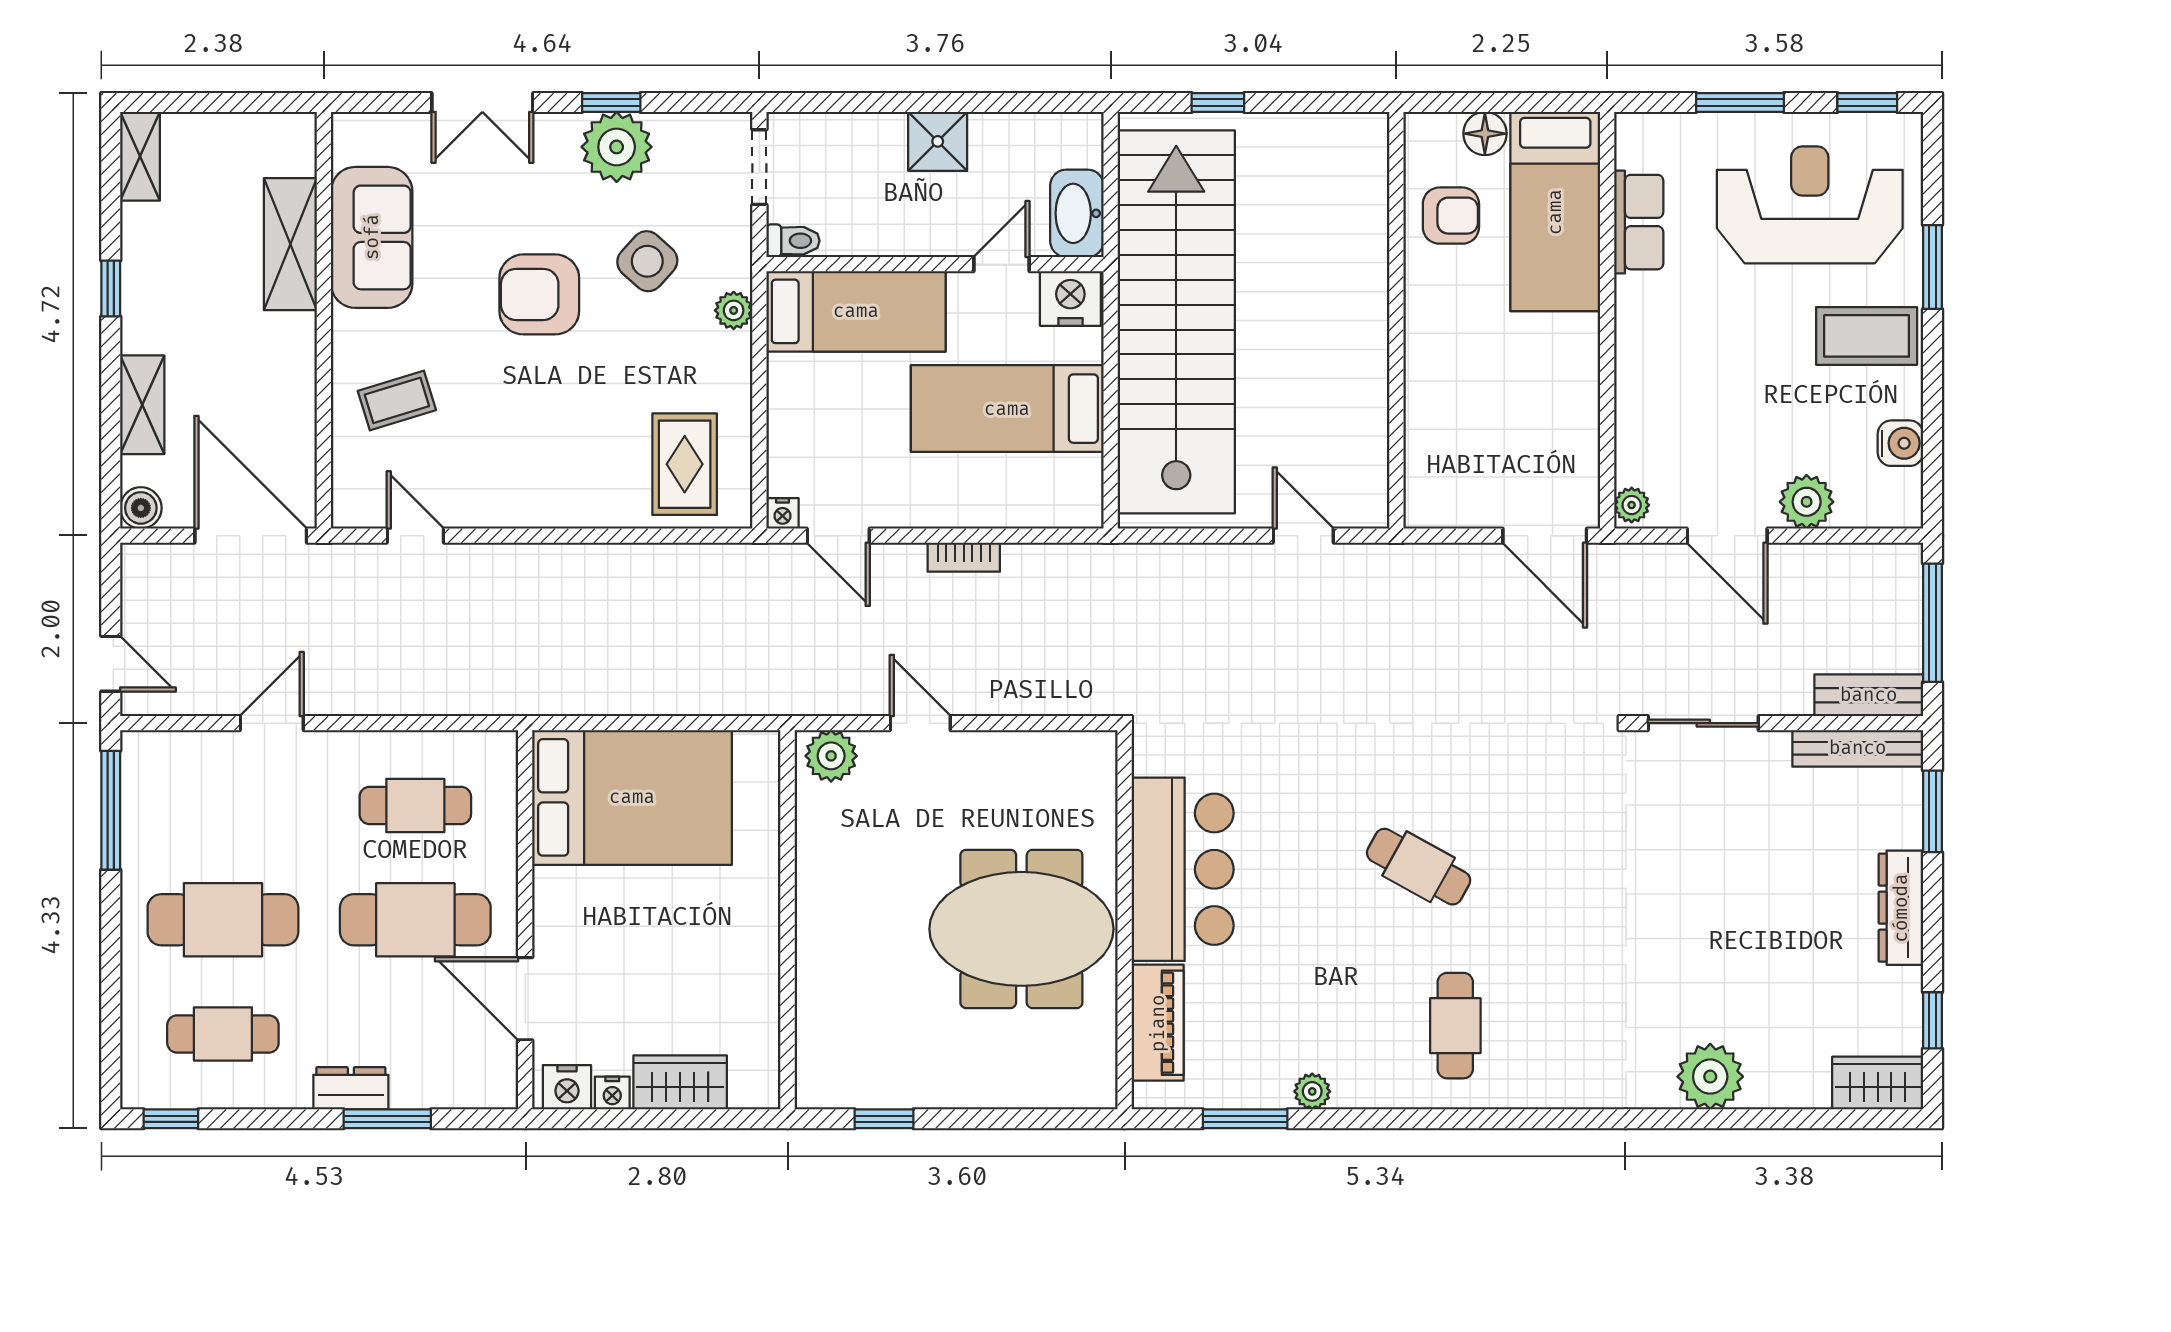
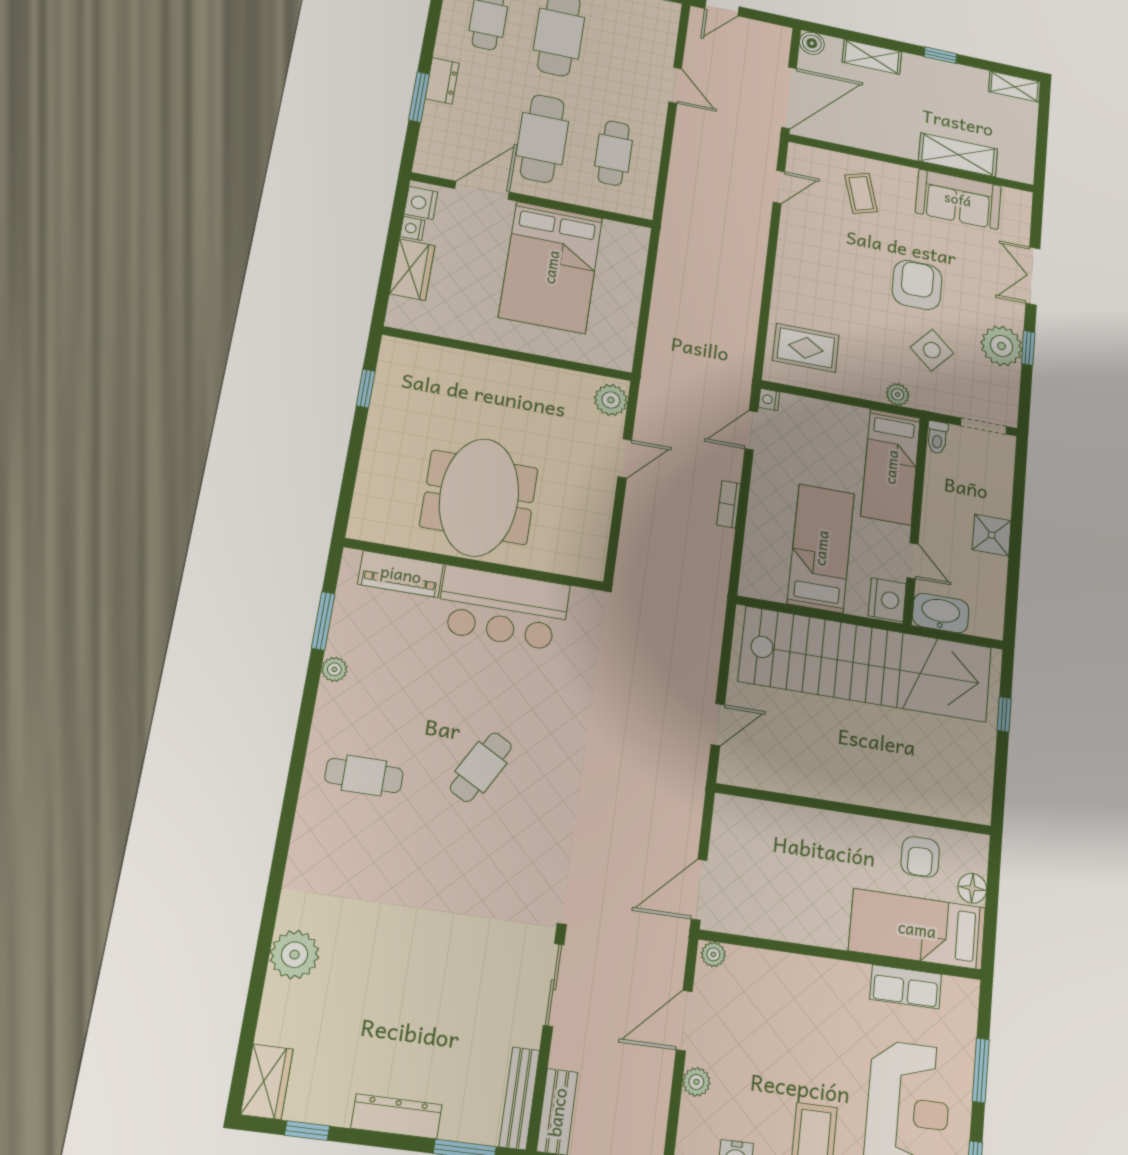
plant: (1807, 502) -> (696, 1082), width x0.73, depth x0.73
bed: (632, 797) -> (551, 267), moved

